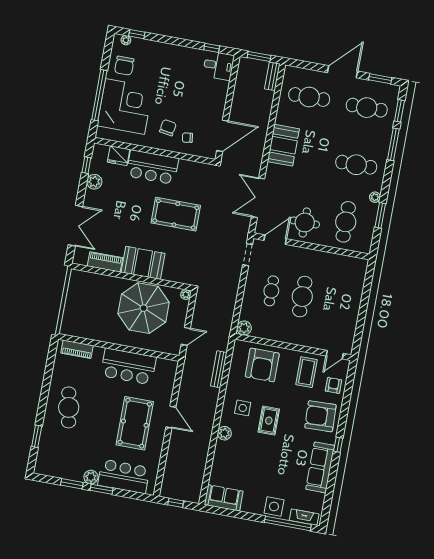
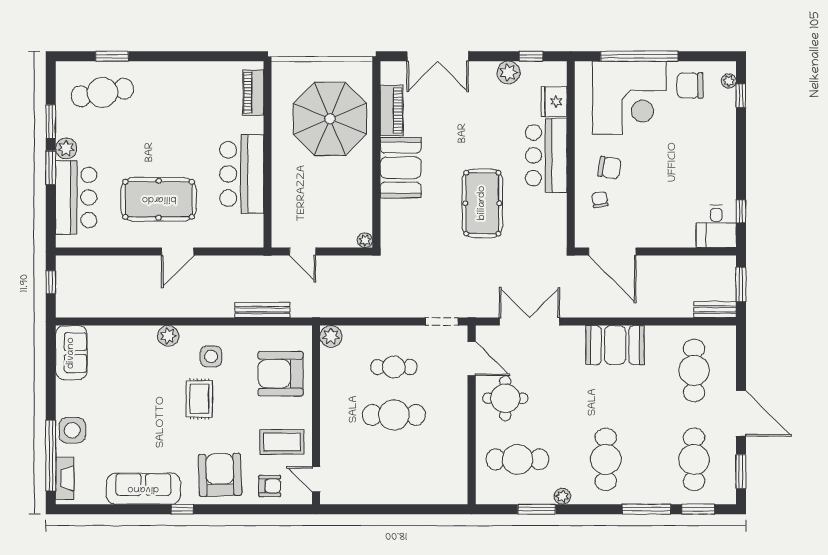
parasol: (144, 308) -> (330, 119), moved
cafe table: (69, 407) -> (102, 92), moved
rug: (269, 421) -> (199, 399), turned 90

